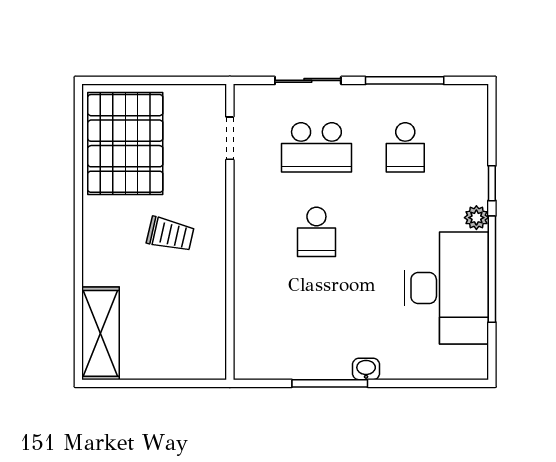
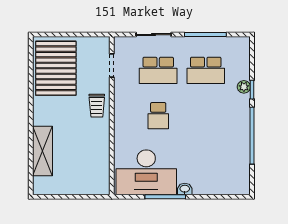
school desk: (405, 147) -> (206, 70), width x1.85
plant: (476, 218) -> (244, 87), moved
trolley: (170, 234) -> (97, 106), moved, turned 77
desk: (446, 288) -> (146, 172), moved, turned 90
shelving: (100, 333) -> (43, 151), moved

